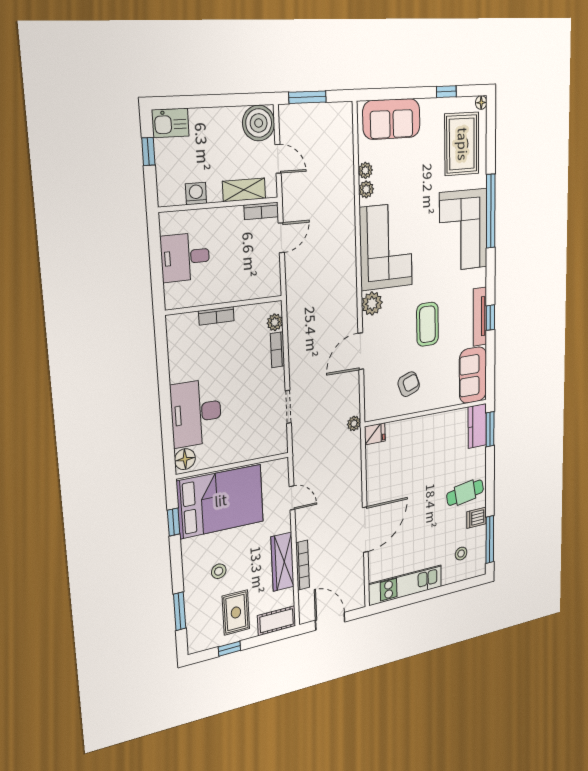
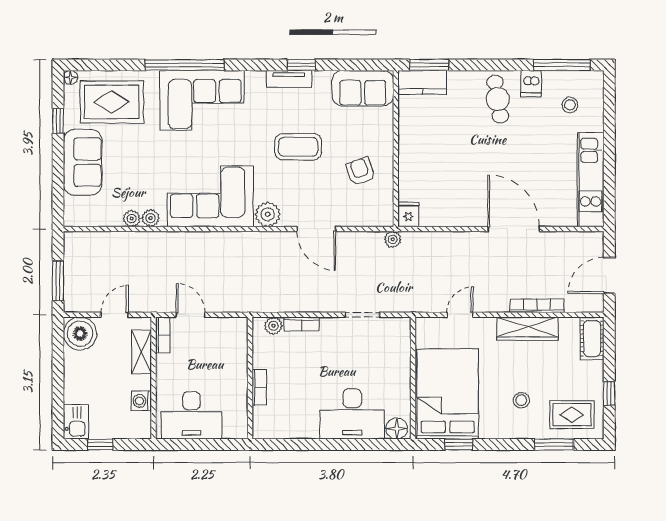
sofa: (392, 119) -> (83, 162), moved
desk: (185, 257) -> (192, 415), width x1.37
tv unit: (480, 317) -> (289, 79), width x0.71
rug: (236, 612) -> (572, 415), moved

